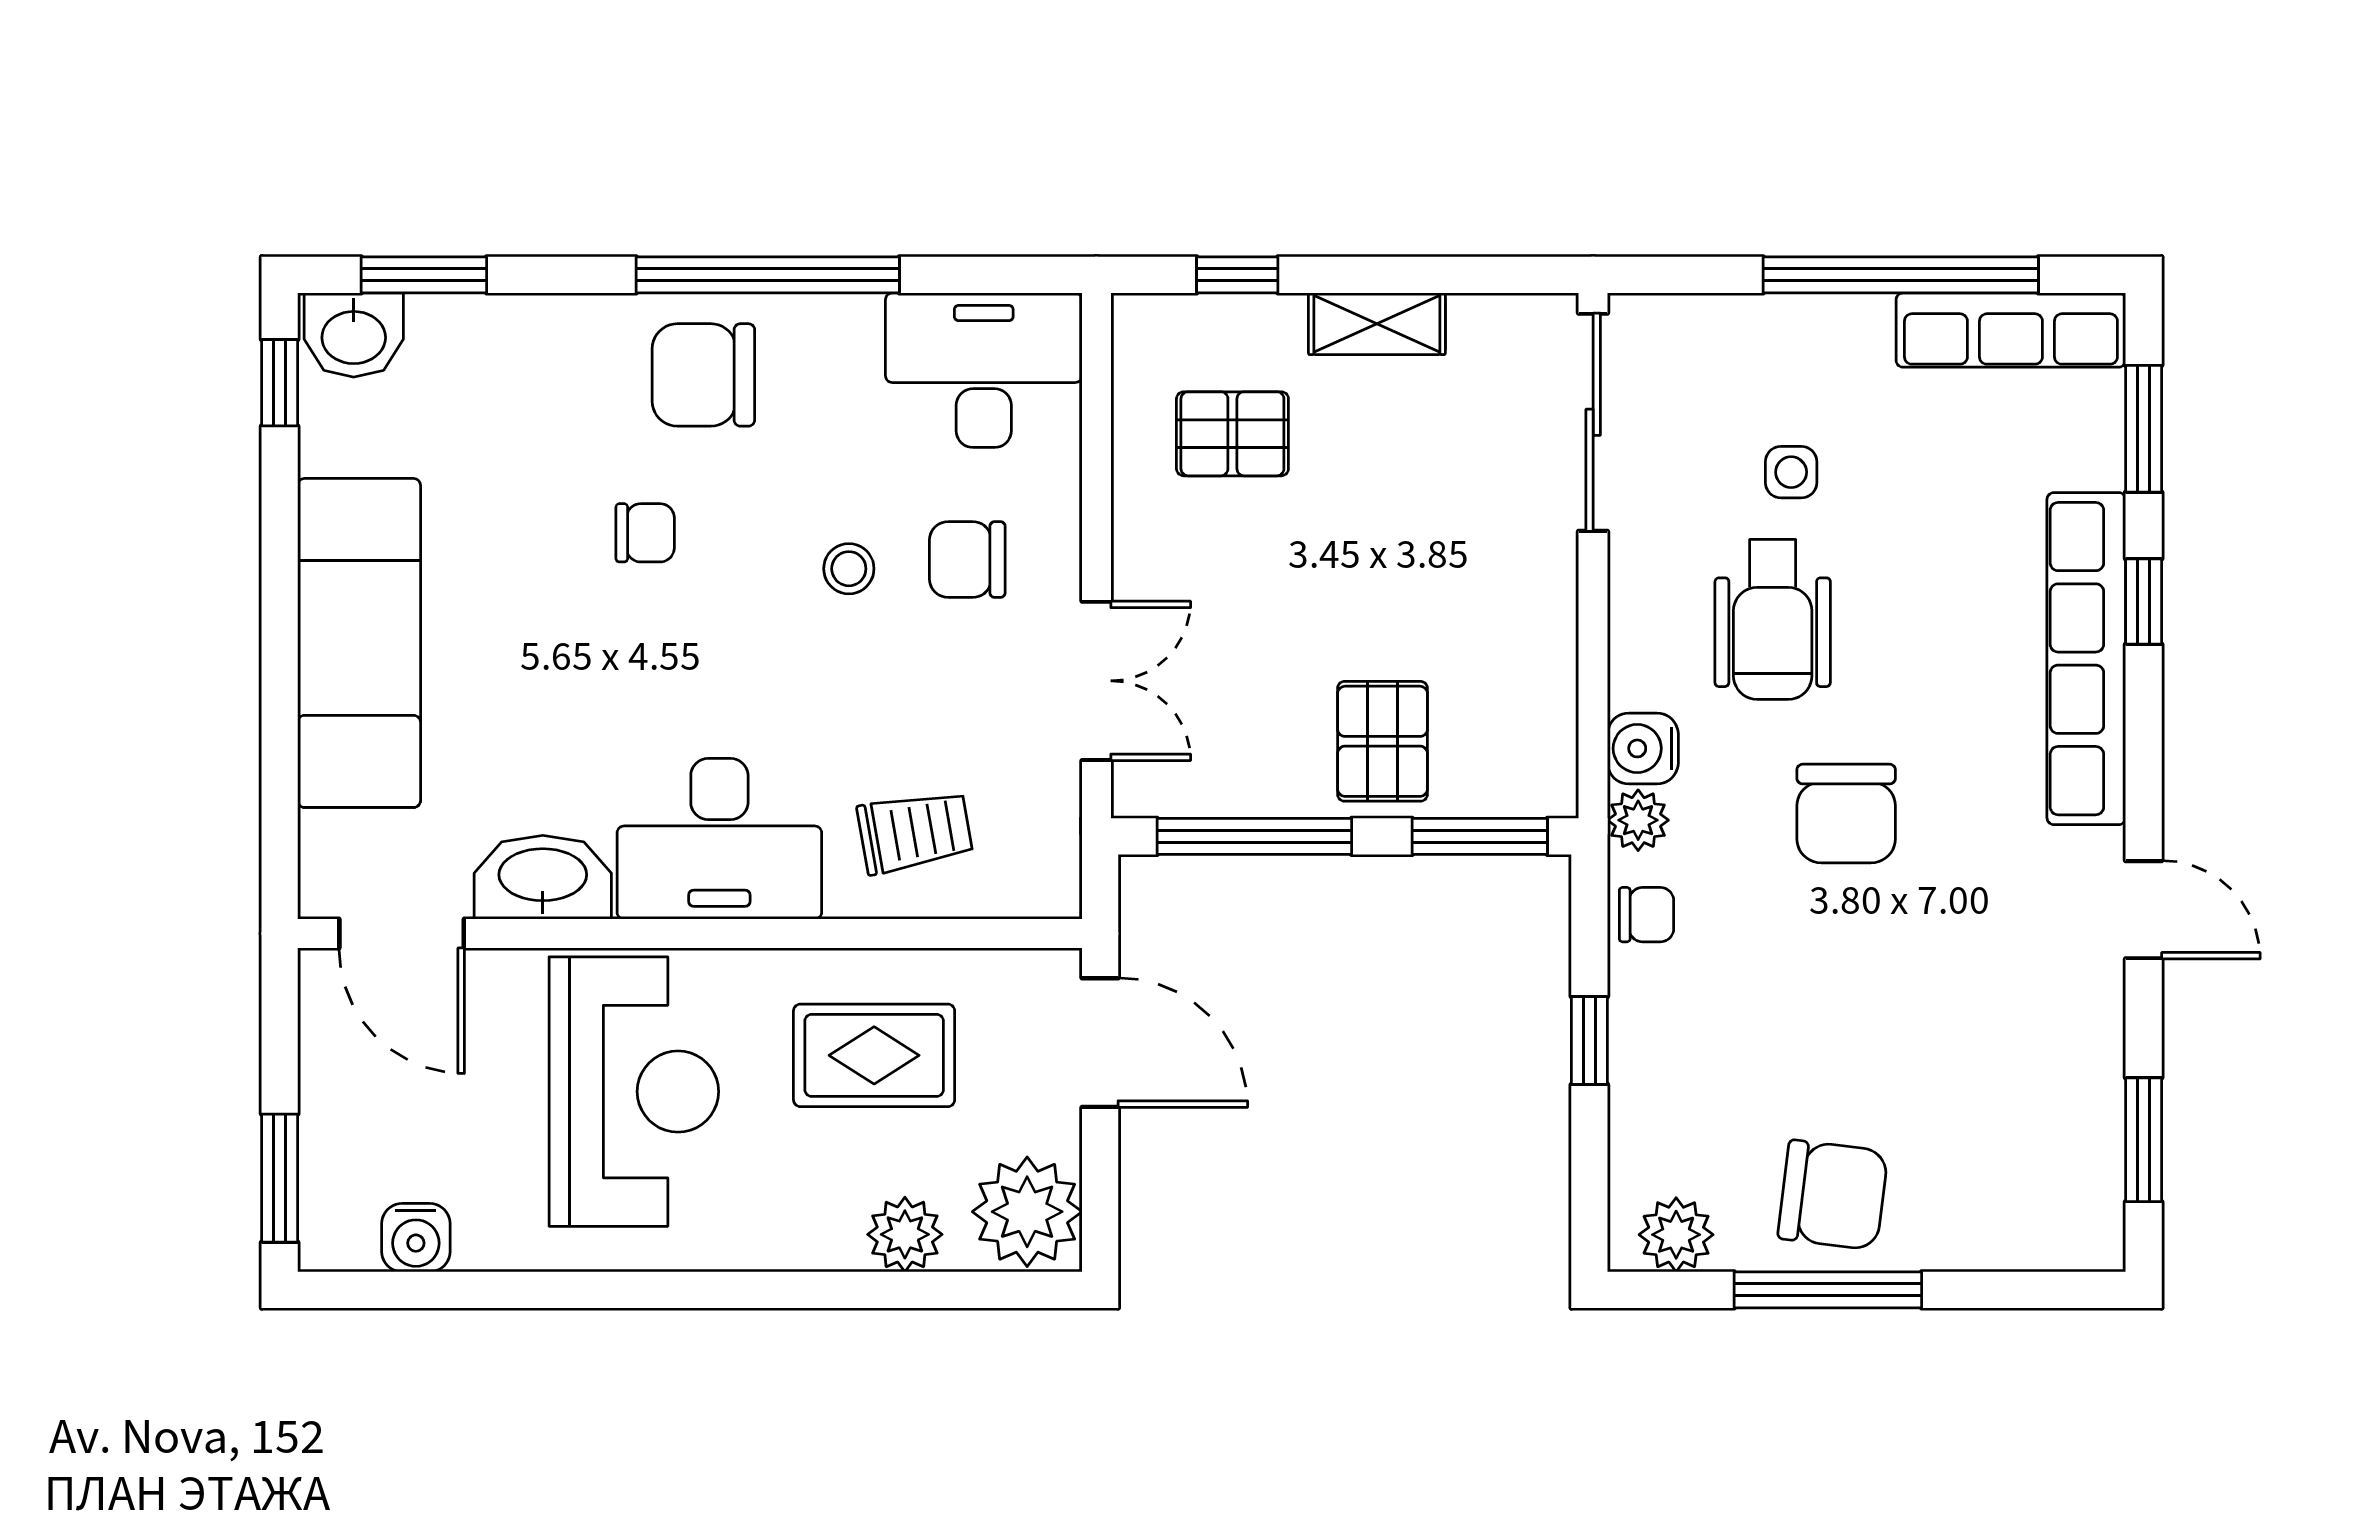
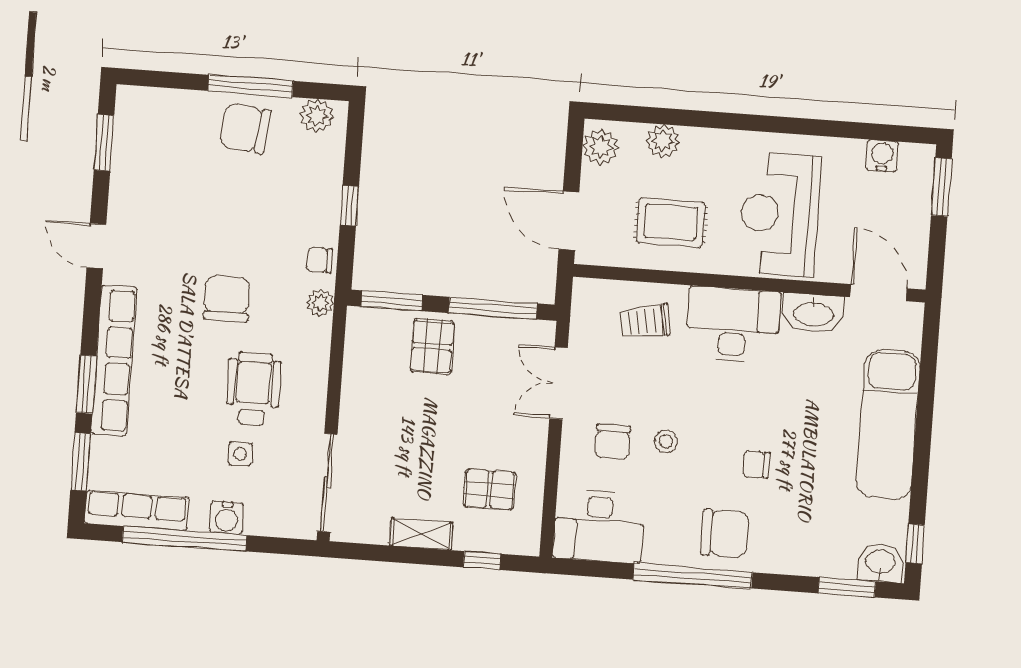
chair: (967, 560) -> (613, 442), turned 90
window: (2144, 601) -> (86, 384), width x1.50
water cooler: (1643, 748) -> (227, 518), moved, turned 90
plant: (1027, 1212) -> (601, 147), width x0.73, depth x0.73

